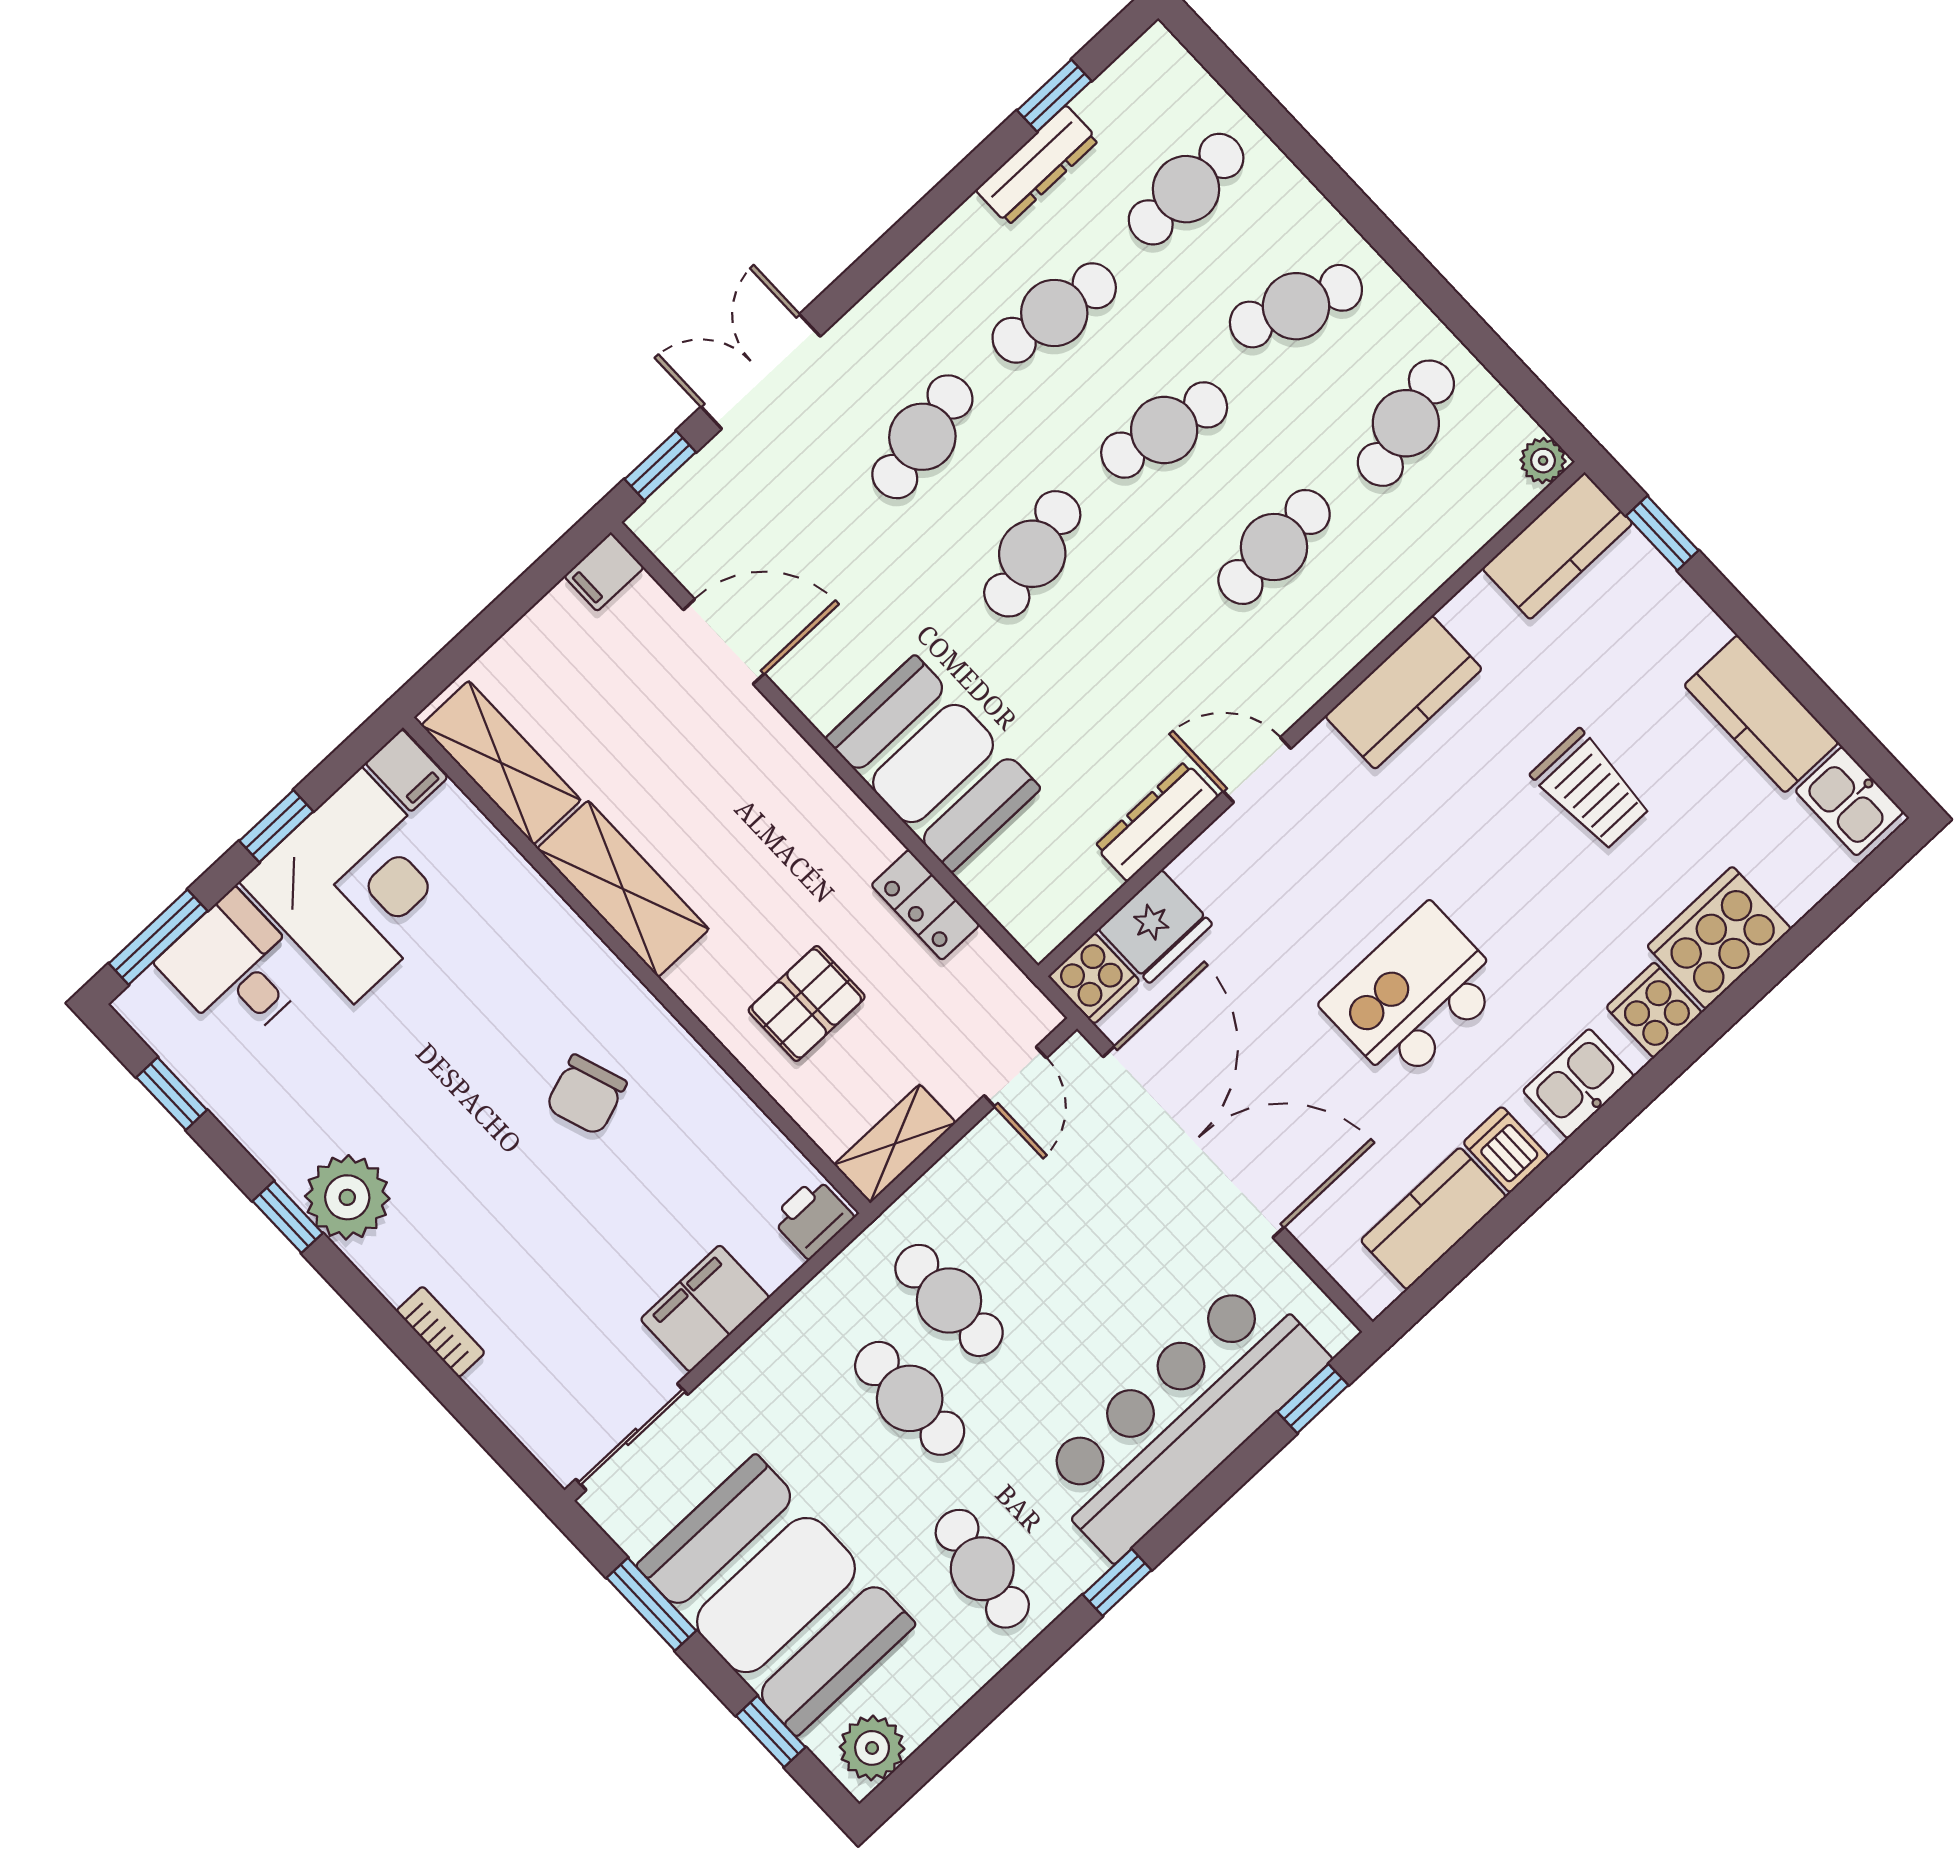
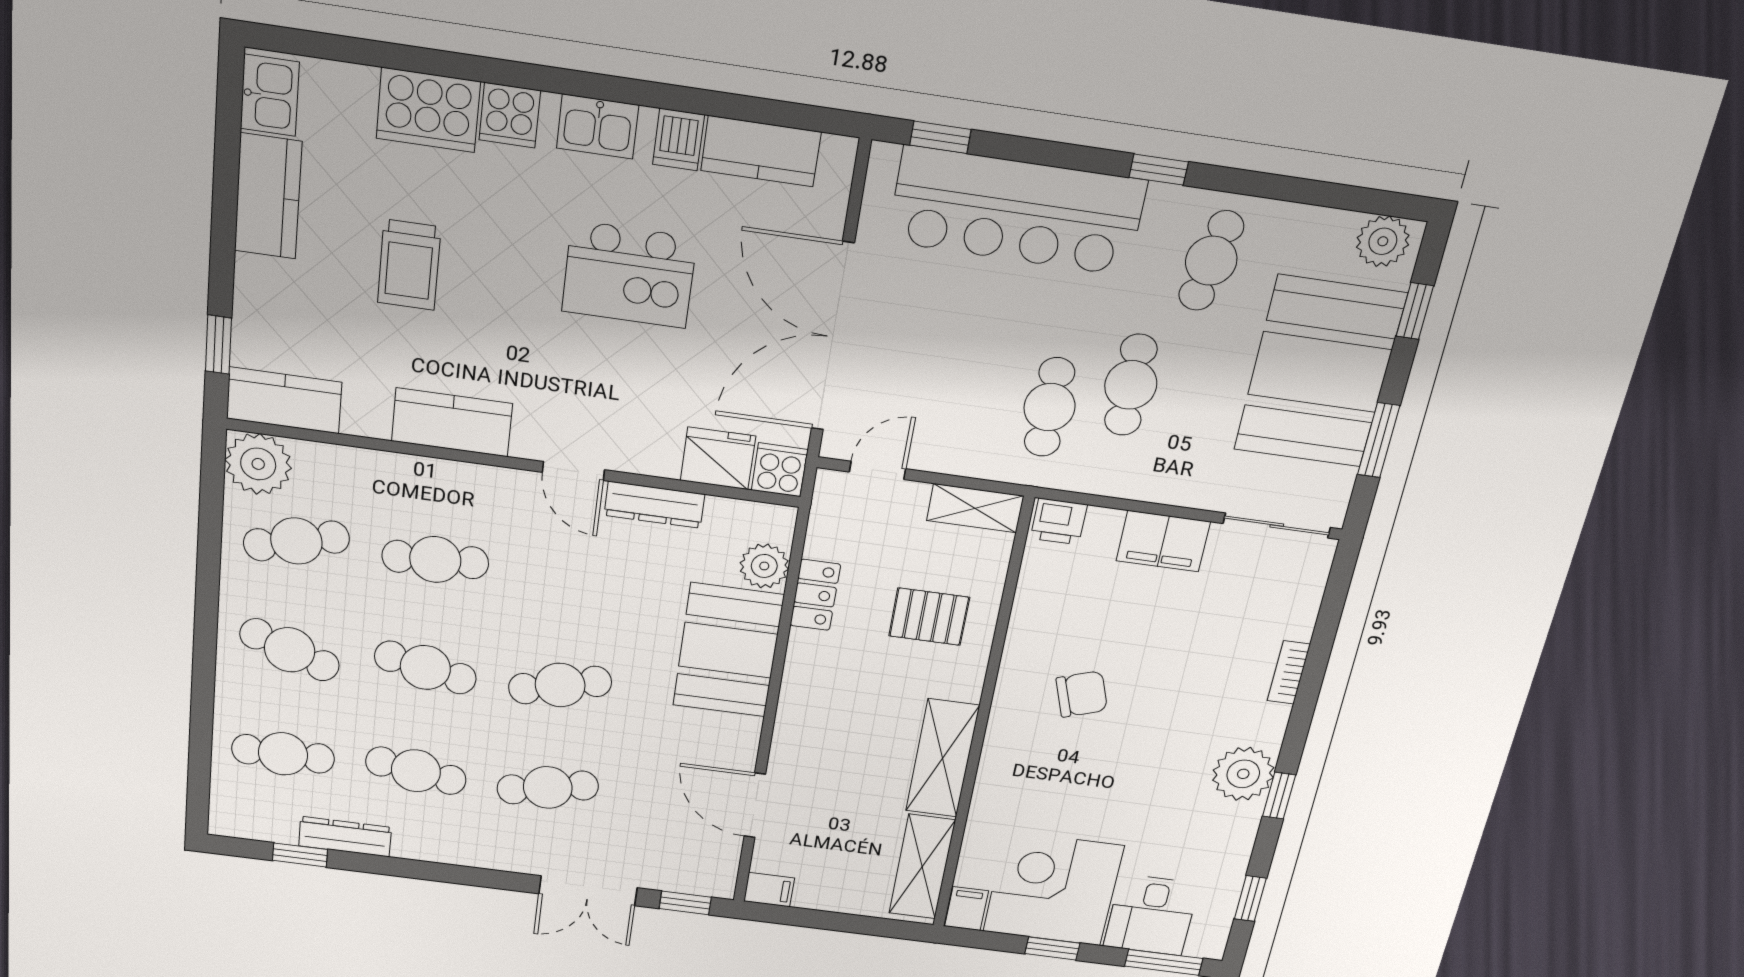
plant: (1543, 461) -> (258, 464), width x1.88, depth x1.88
trolley: (1591, 790) -> (409, 265), turned 180
plant: (1000, 878) -> (764, 566), added

